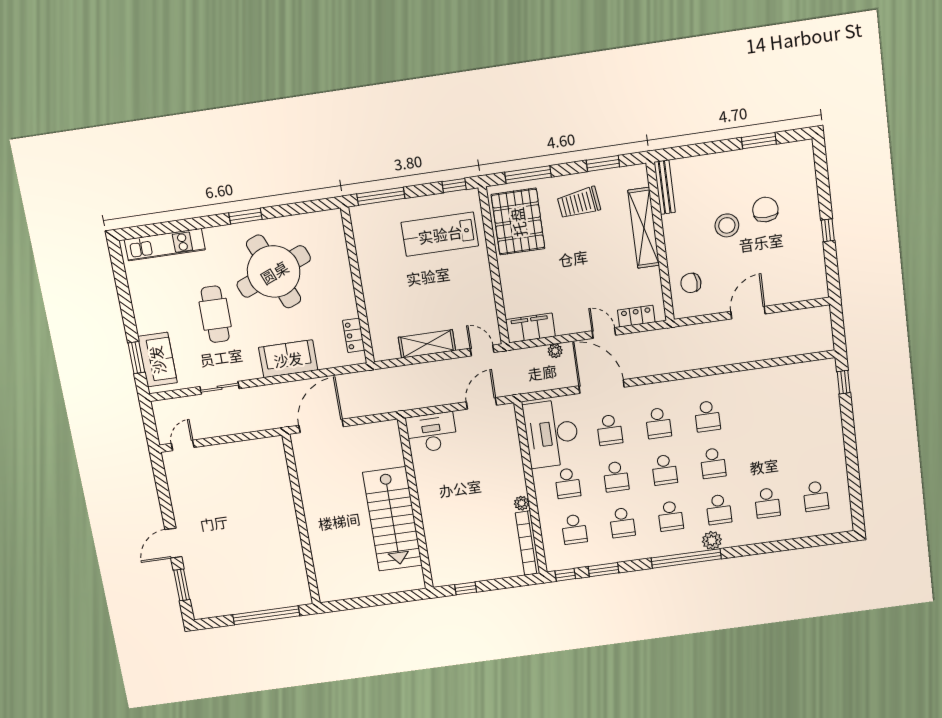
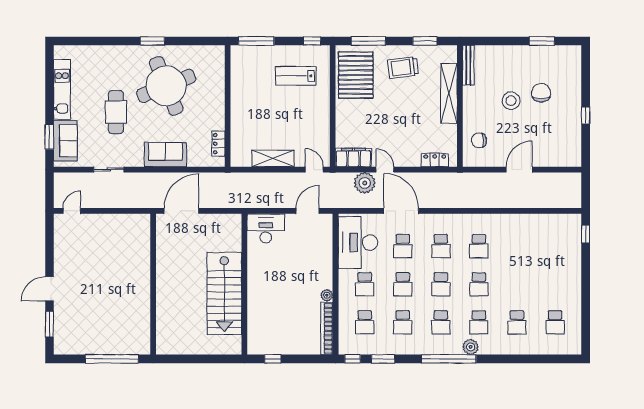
lab bench: (440, 234) -> (296, 76), width x0.73, depth x0.72
kitchen unit: (165, 245) -> (62, 89), moved, turned -90
door: (604, 333) -> (385, 170), moved
plant: (555, 351) -> (365, 183), width x1.88, depth x1.88

